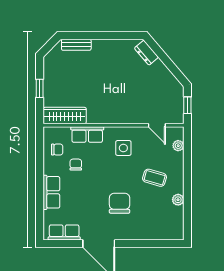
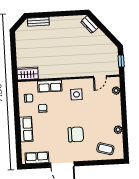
window: (40, 88) -> (14, 55), removed
wardrobe: (65, 116) -> (28, 74), width x0.67
door: (157, 125) -> (100, 77), hinge flipped
coffee table: (155, 178) -> (105, 149), moved
chair: (120, 203) -> (76, 134), turned 90

